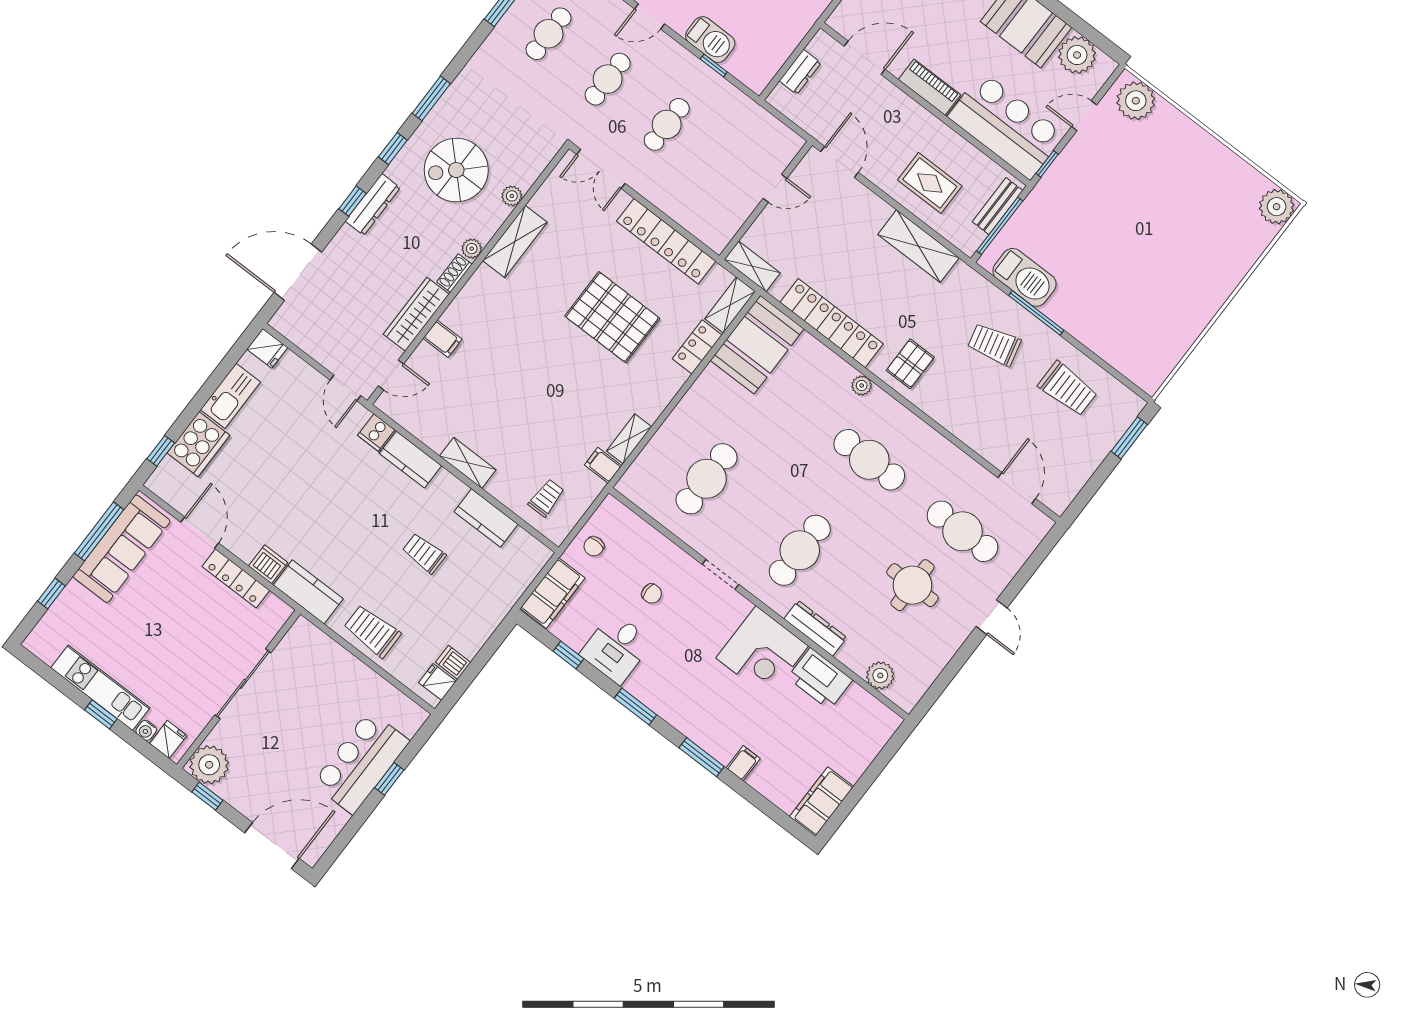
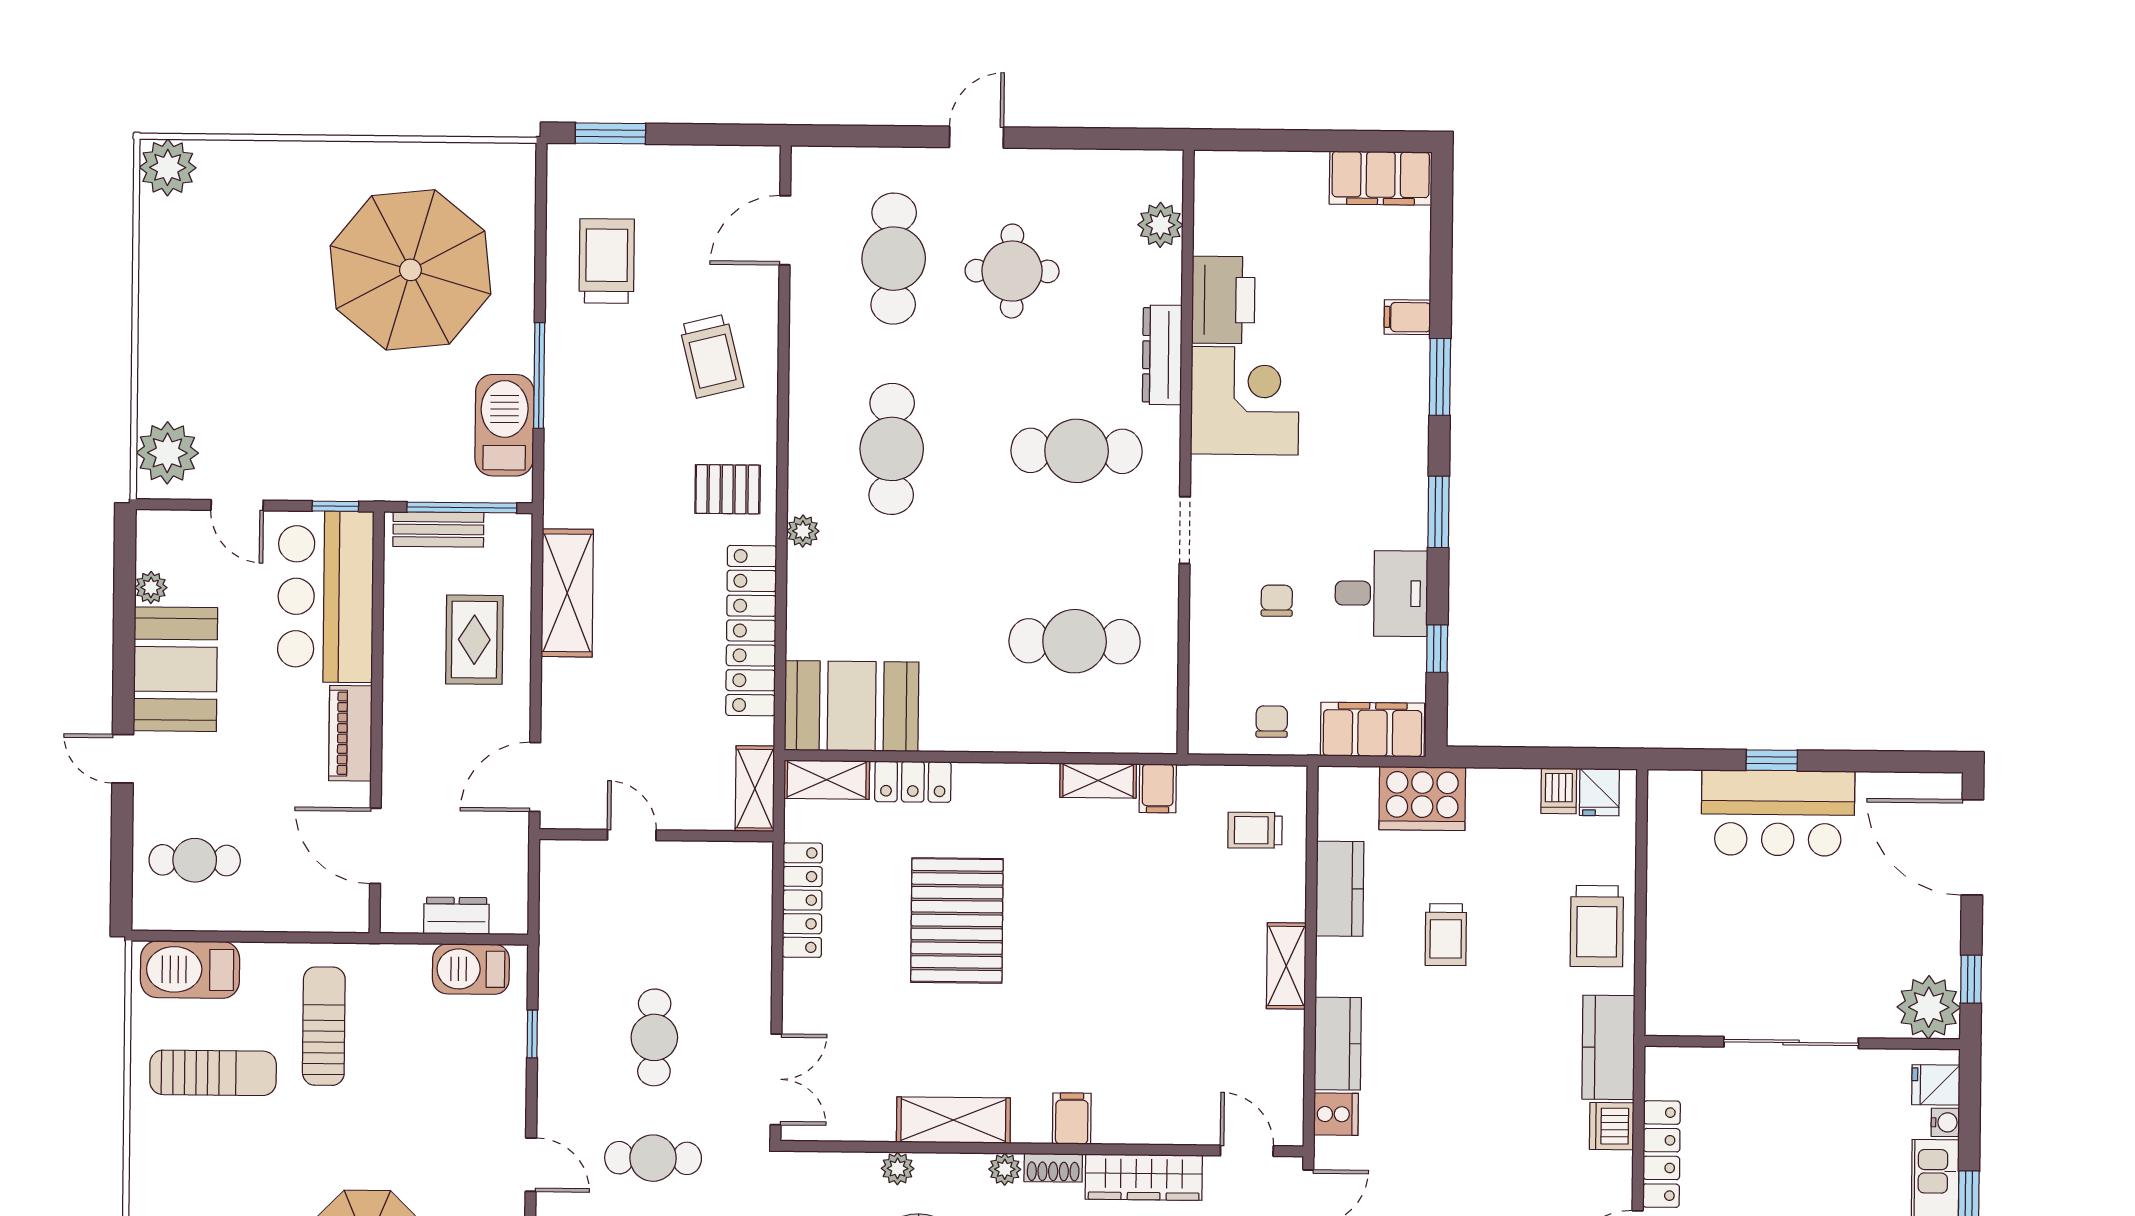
barbecue: (710, 40) -> (471, 969), moved, turned -90
plant: (1077, 55) -> (151, 587), width x0.53, depth x0.53
cafe table: (667, 124) -> (654, 1037), turned 90
locker: (666, 241) -> (802, 900), width x0.71, depth x0.83
parasol: (1136, 289) -> (410, 270), added
filing cabinet: (443, 339) -> (1072, 1119), moved
trolley: (994, 344) -> (711, 356), moved
chair: (594, 546) -> (1272, 722), turned -90
cooker: (500, 592) -> (1422, 798), added

